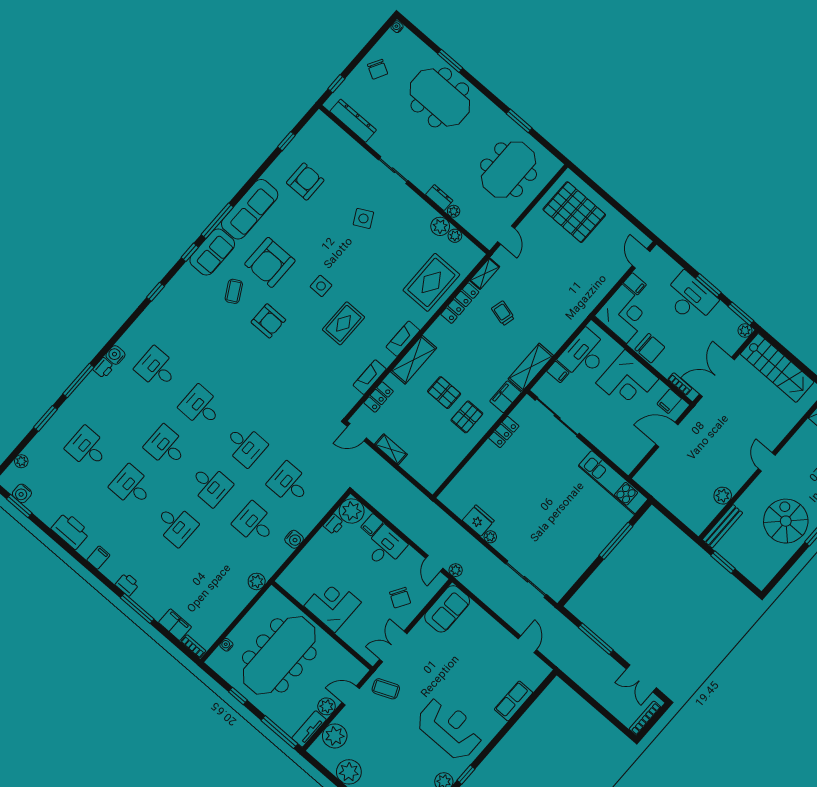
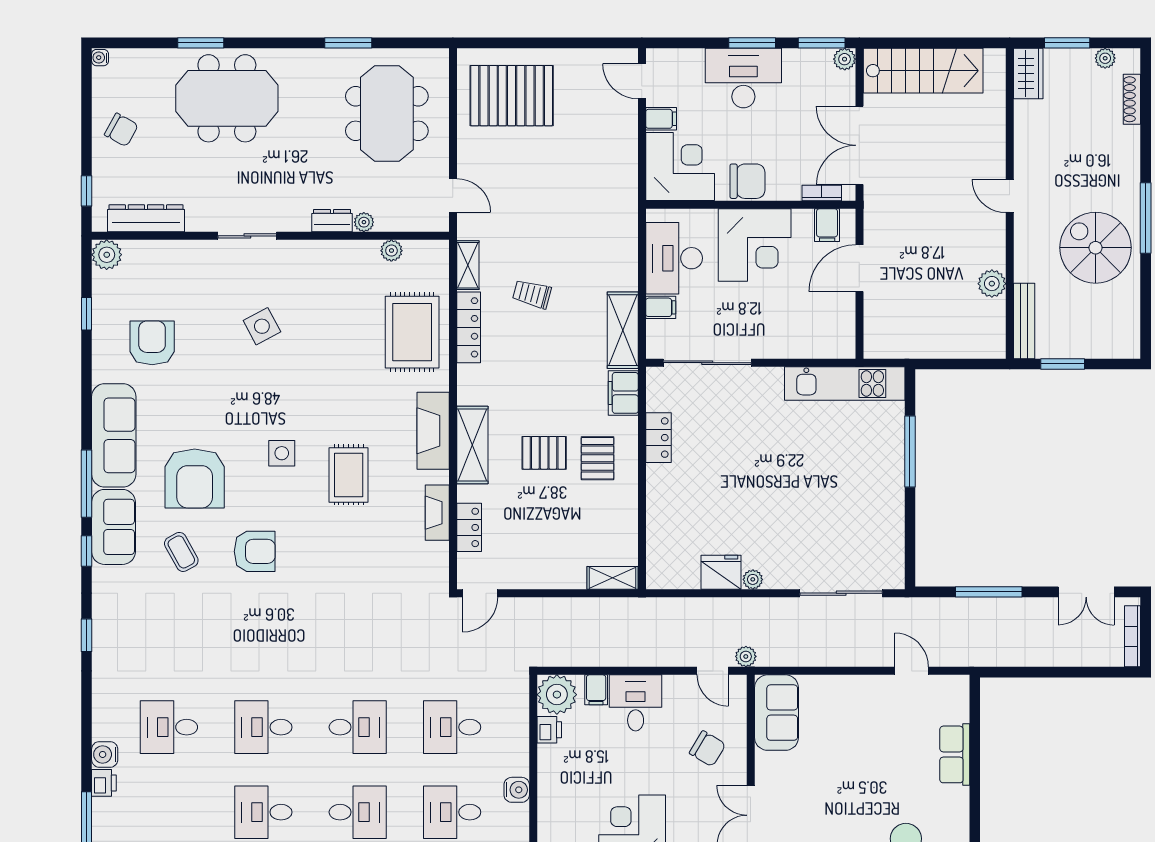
plant: (440, 226) -> (107, 255), moved
fireplace: (403, 339) -> (433, 431), width x1.37, depth x1.32
shelving: (391, 449) -> (613, 578), moved

